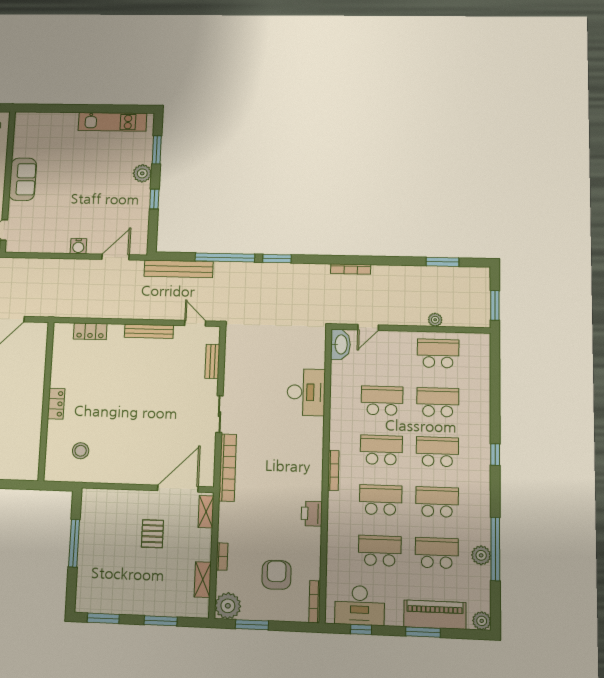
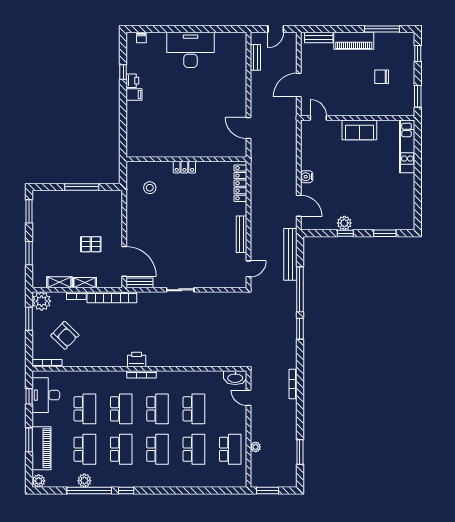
kitchen unit: (112, 122) -> (407, 146), moved
plant: (142, 173) -> (344, 223), moved
locker: (90, 331) -> (240, 183), width x1.53
bench: (212, 361) -> (140, 283), moved
desk: (306, 392) -> (199, 353), removed
window: (495, 455) -> (126, 490), moved
bookcase: (228, 468) -> (112, 297), moved
shelving: (206, 512) -> (85, 283), moved
printer: (312, 514) -> (137, 360), moved
armchair: (276, 575) -> (65, 335), turned 44

